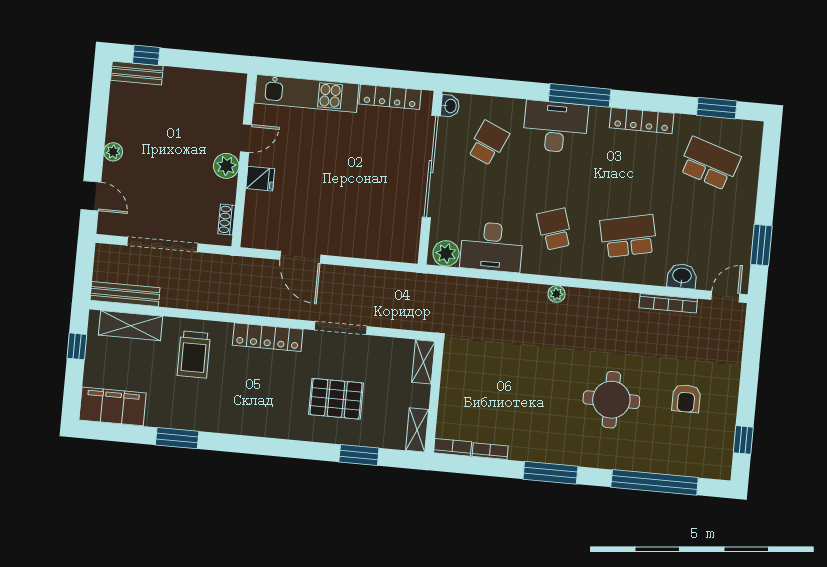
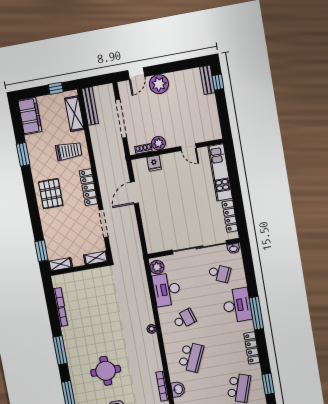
plant: (113, 152) -> (159, 84), width x1.87, depth x1.87
plant: (226, 166) -> (158, 143), moved
fridge: (260, 179) -> (154, 163), moved
school desk: (628, 236) -> (191, 357), turned 36
trolley: (194, 354) -> (69, 151), turned 180
shelving: (423, 362) -> (96, 258), moved
wall: (434, 397) -> (79, 268), moved
pallet: (336, 399) -> (51, 194), moved
shelving: (417, 430) -> (60, 264), moved

